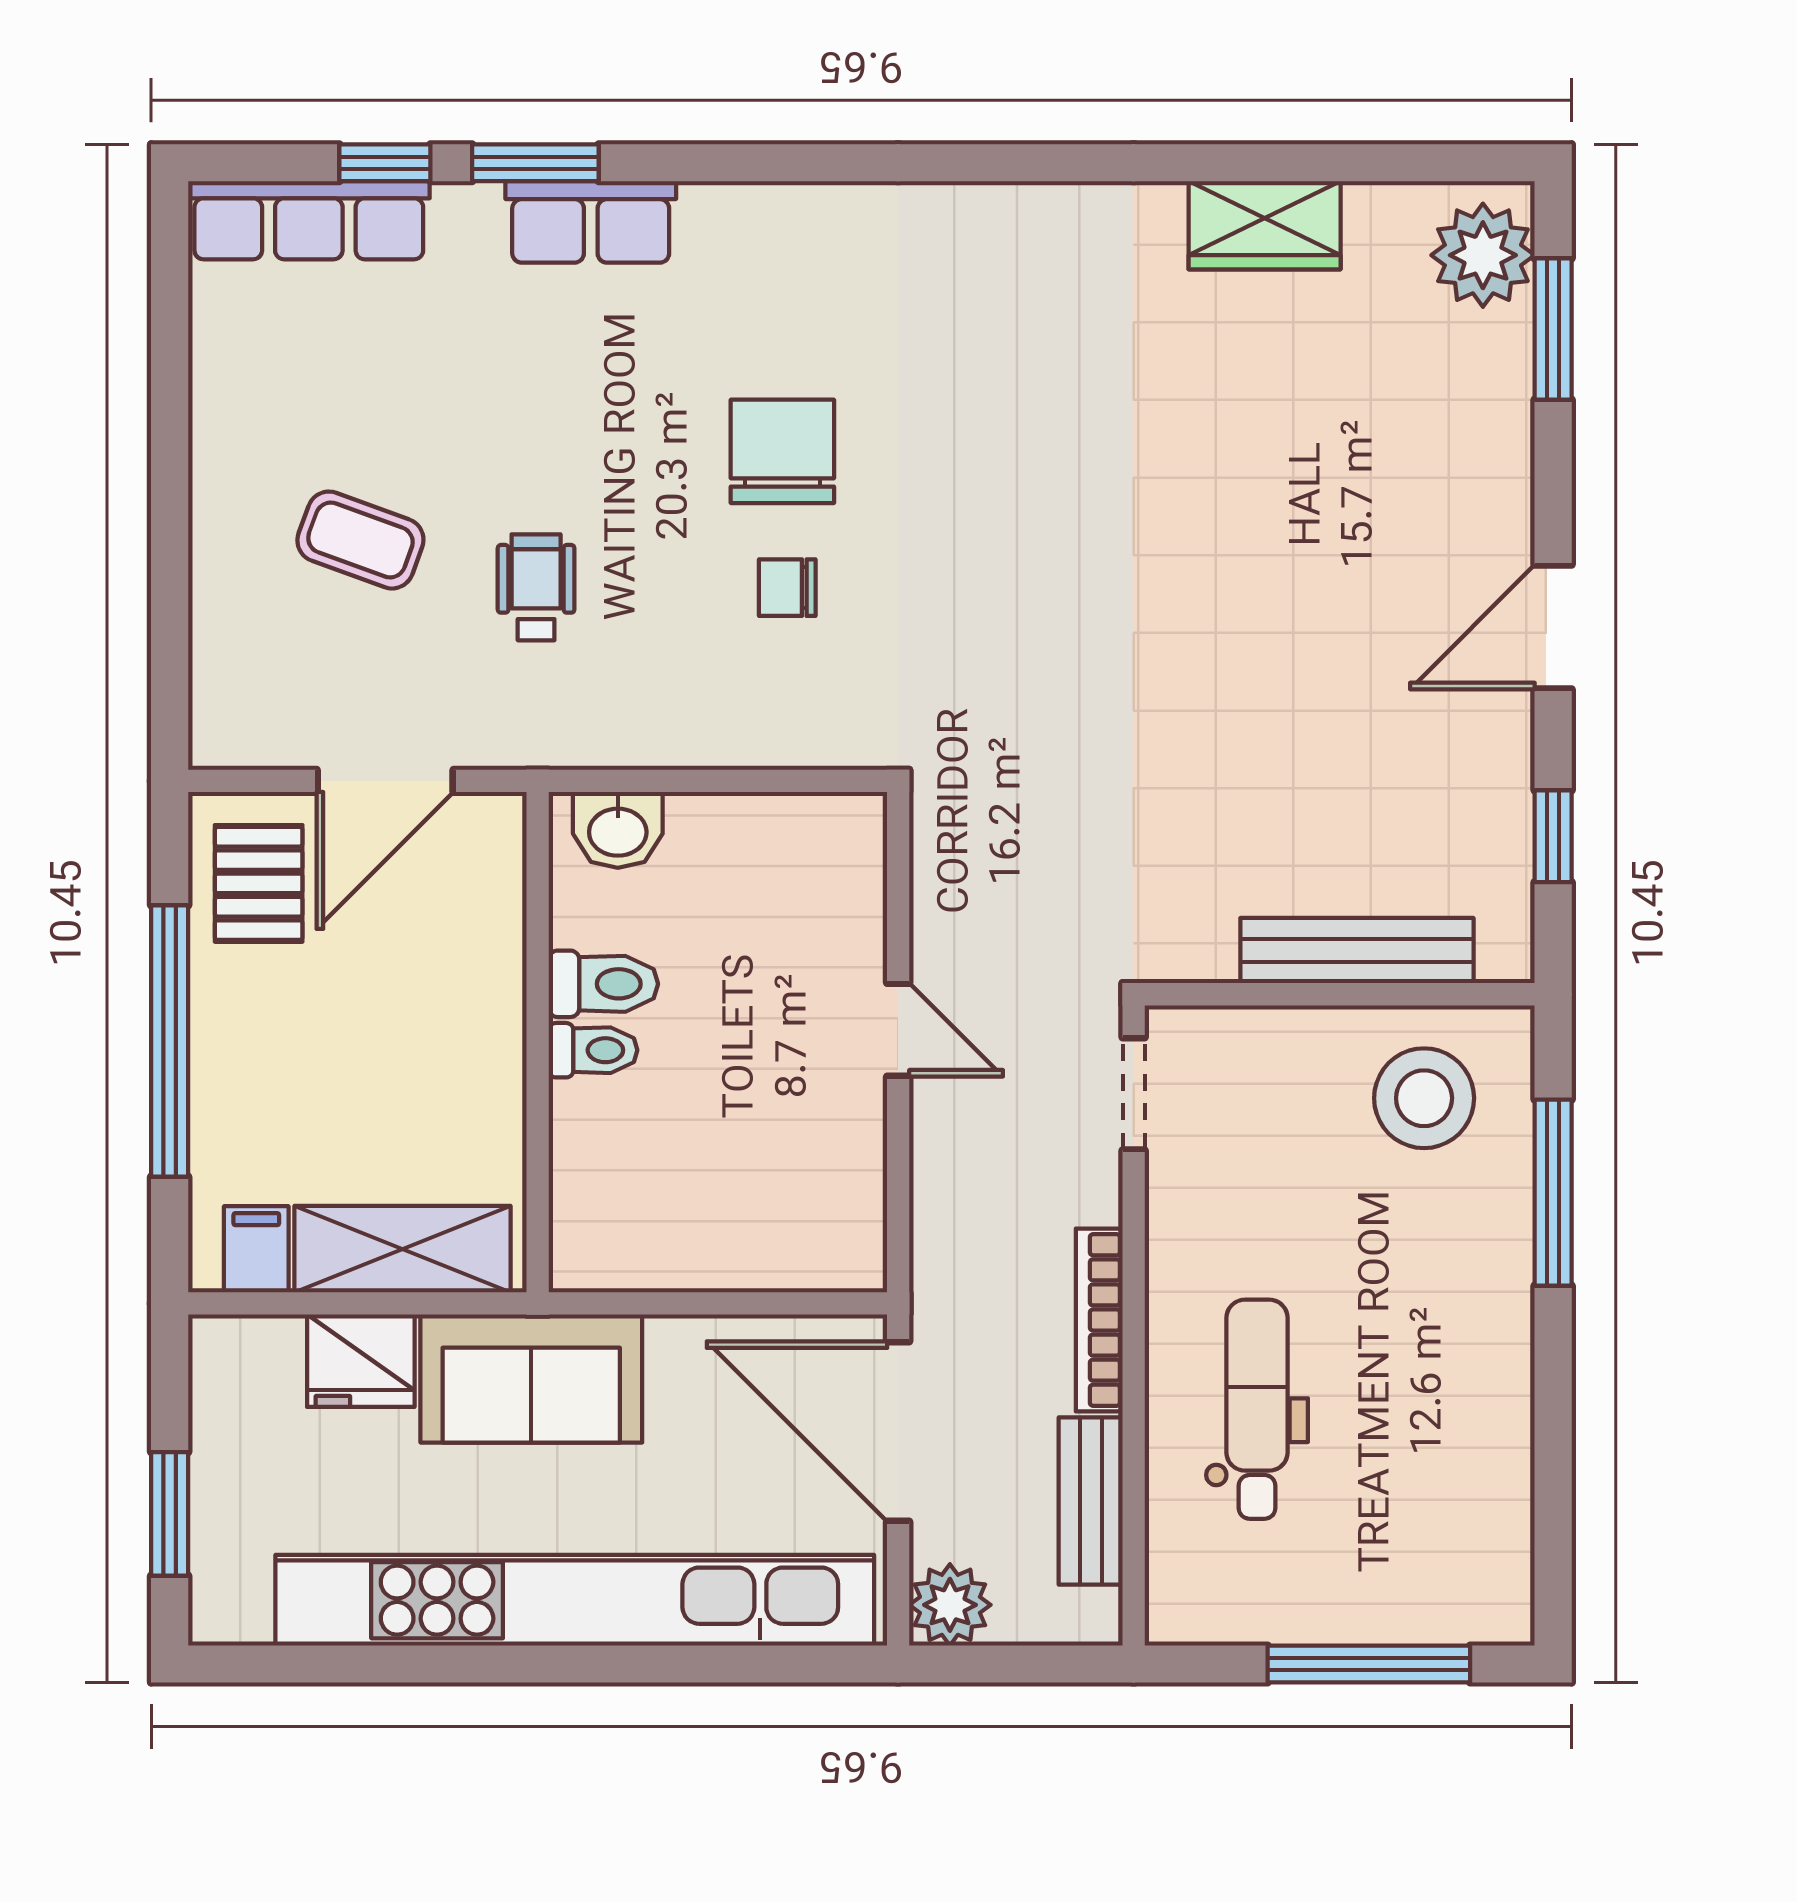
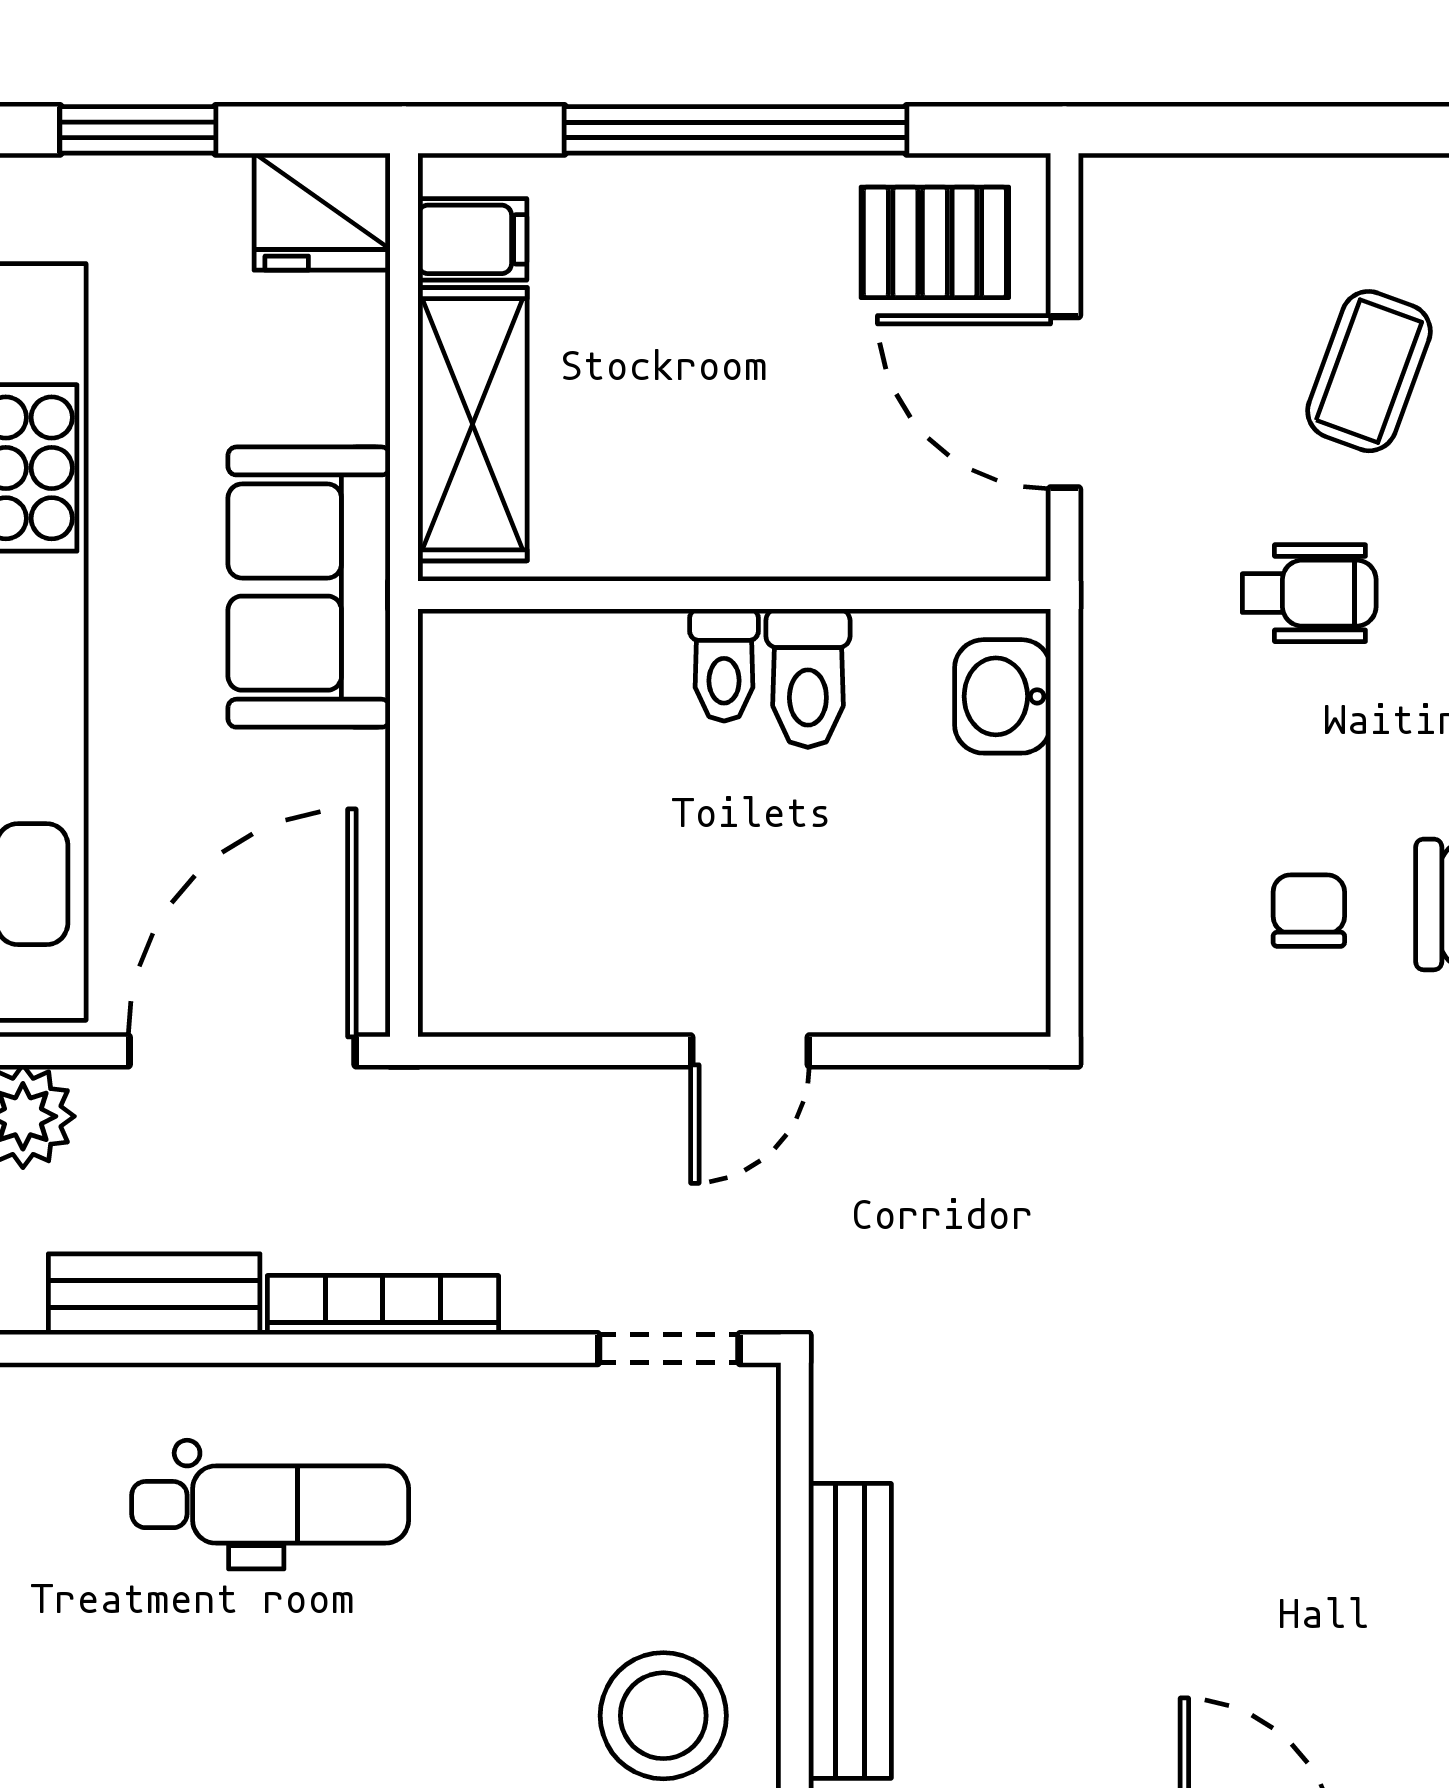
fridge: (361, 1361) -> (322, 212), moved, turned -90

